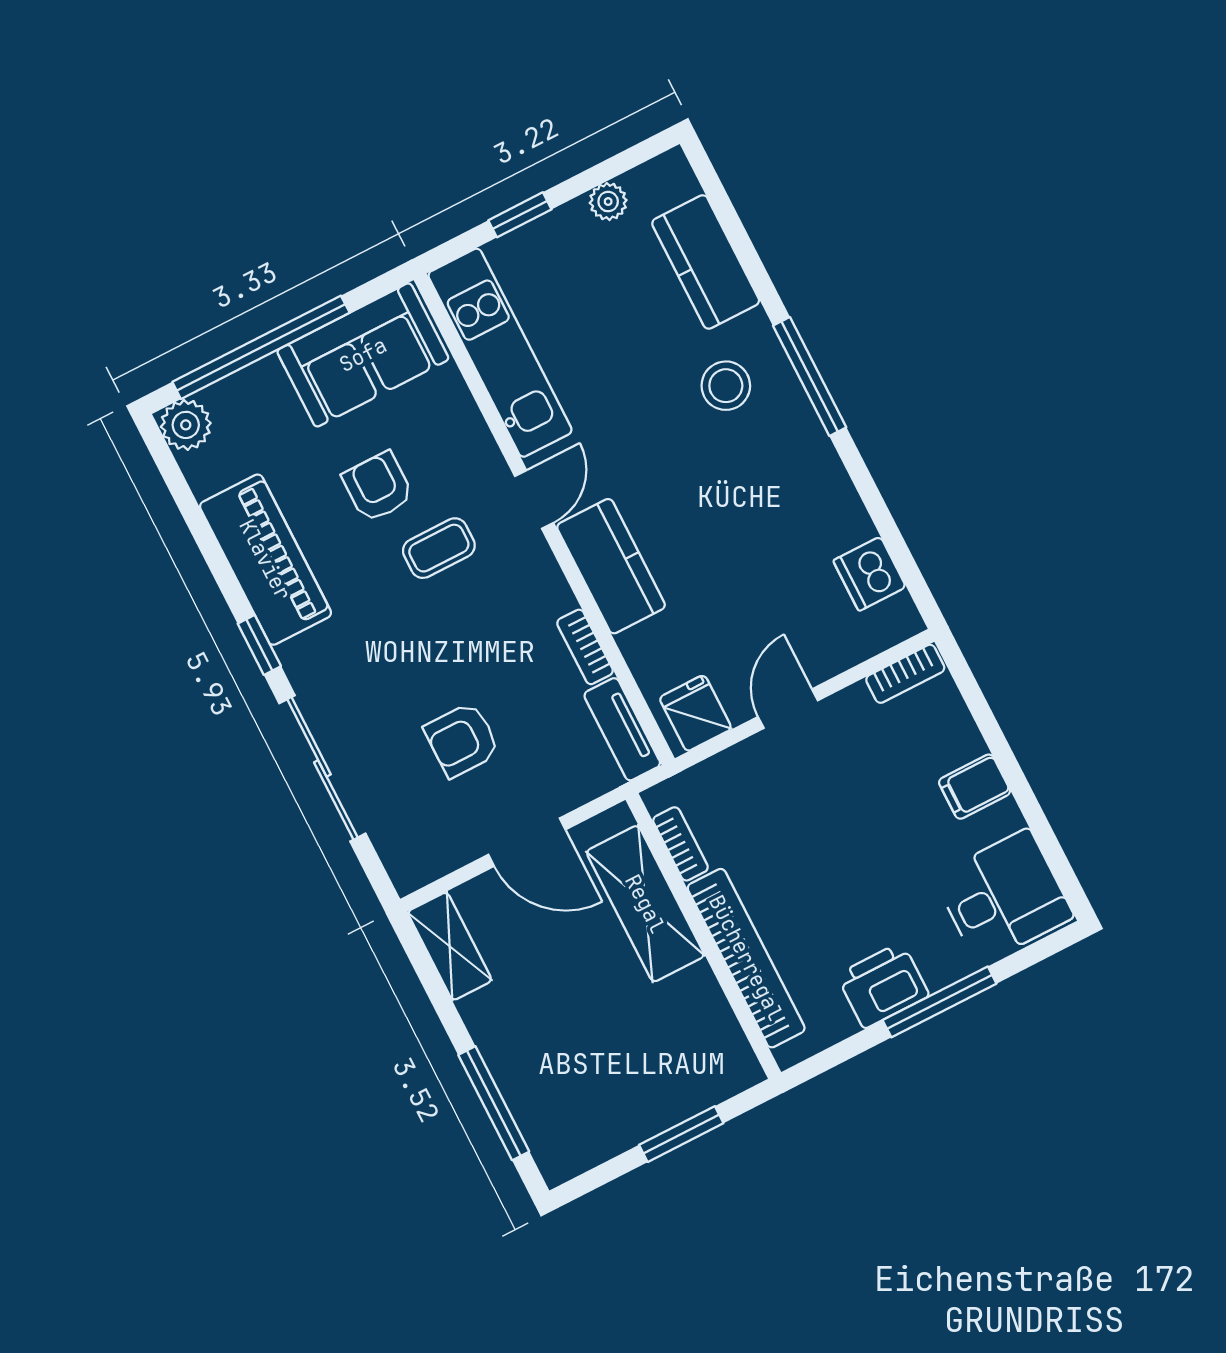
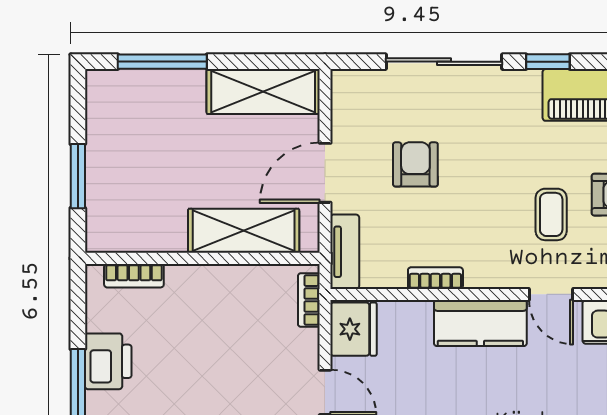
fridge: (695, 713) -> (354, 329), width x1.38
tv unit: (622, 729) -> (345, 252), moved, turned 90
bookcase: (680, 844) -> (309, 300), moved, turned 90
shelving: (450, 946) -> (263, 91), width x1.50, depth x1.33
bookcase: (746, 958) -> (134, 276), width x0.43, depth x0.76

